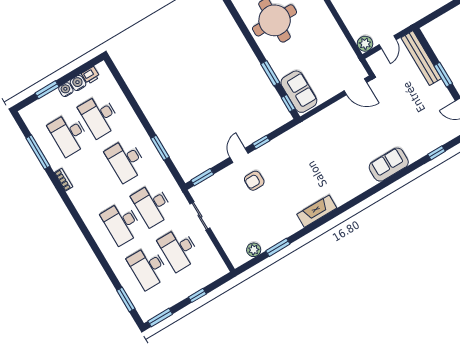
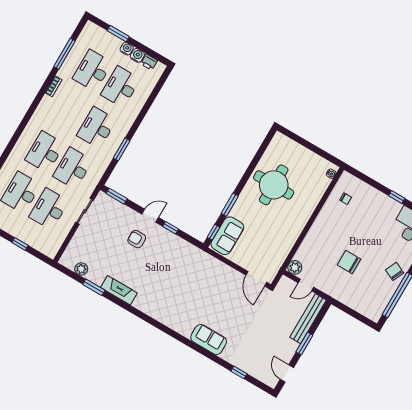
fireplace: (317, 211) -> (119, 290), moved

